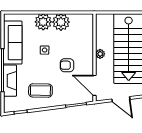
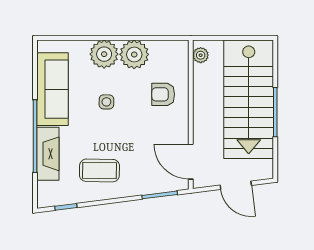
plant: (100, 54) -> (201, 55), moved
armchair: (67, 65) -> (163, 94), moved

